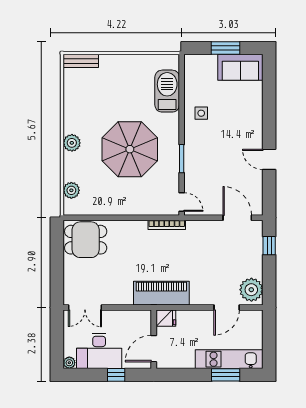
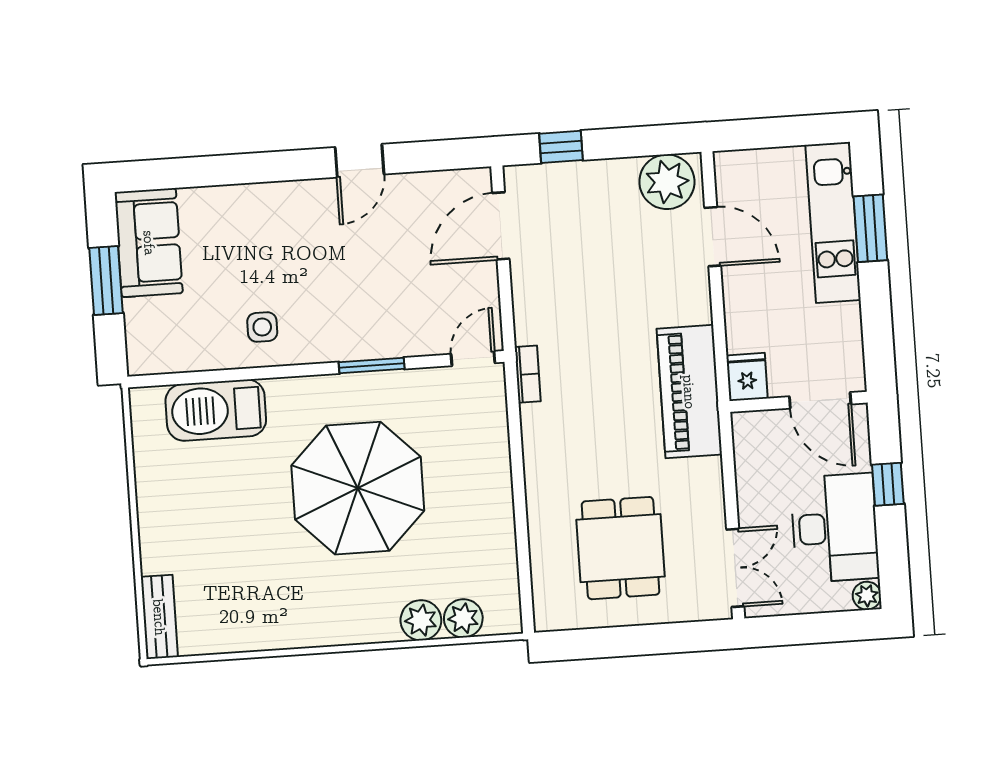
plant: (72, 143) -> (421, 620), moved
bookcase: (167, 225) -> (528, 374), width x0.64
dining table: (86, 240) -> (620, 548), moved

